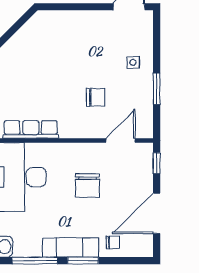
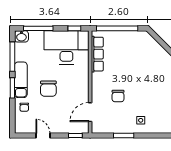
door: (120, 140) -> (90, 112), swing flipped
chair: (88, 186) -> (48, 89), moved, turned -90
door: (157, 213) -> (43, 136), width x0.53

